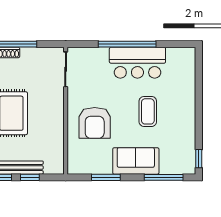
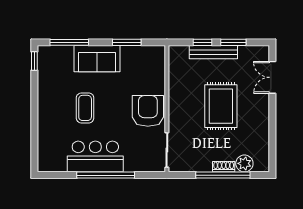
armchair: (95, 123) -> (148, 111), moved

